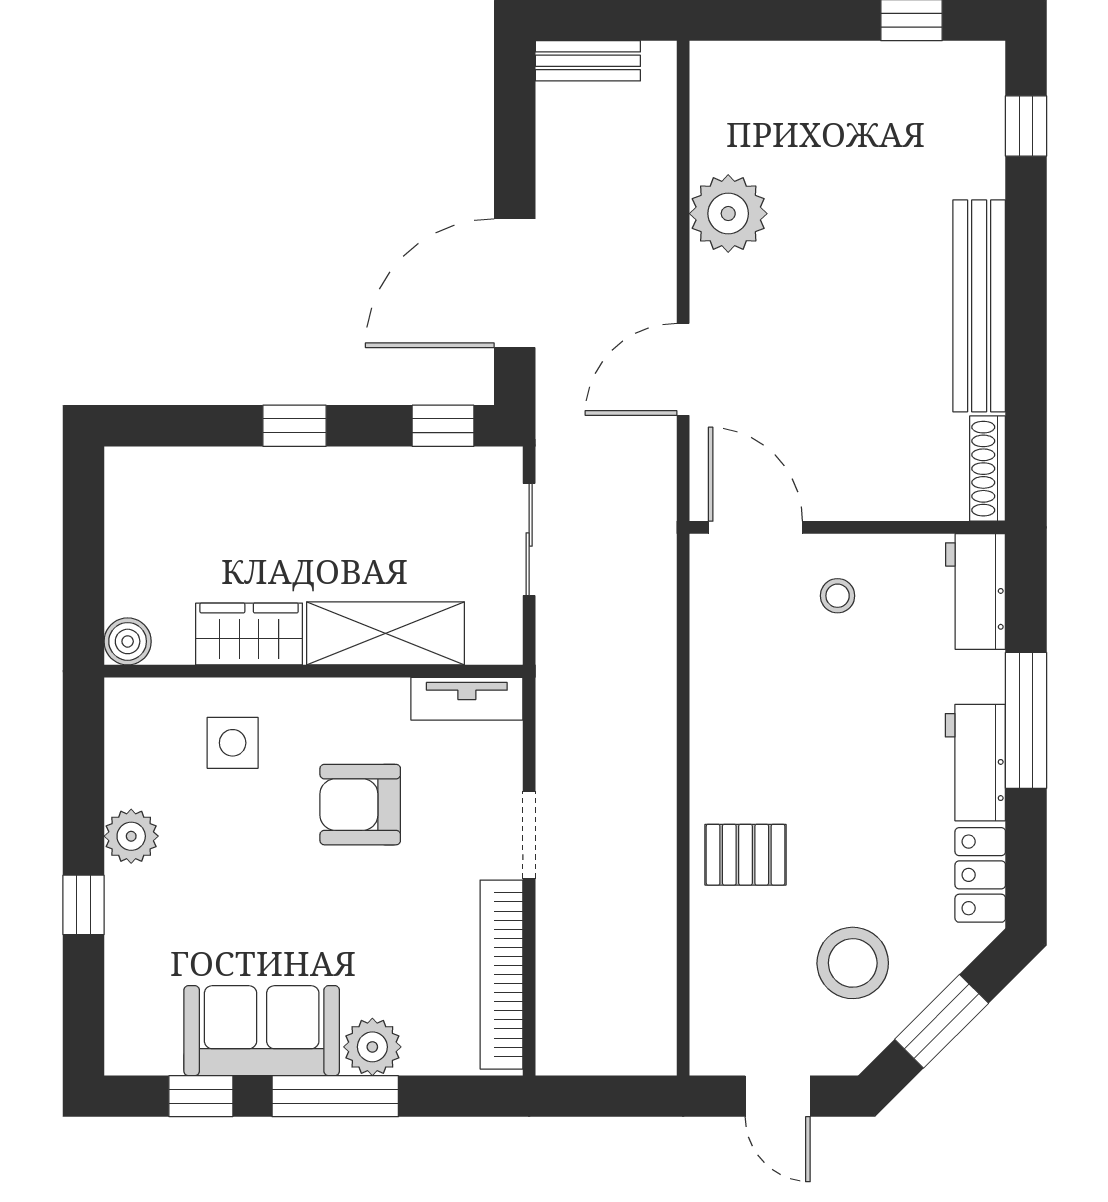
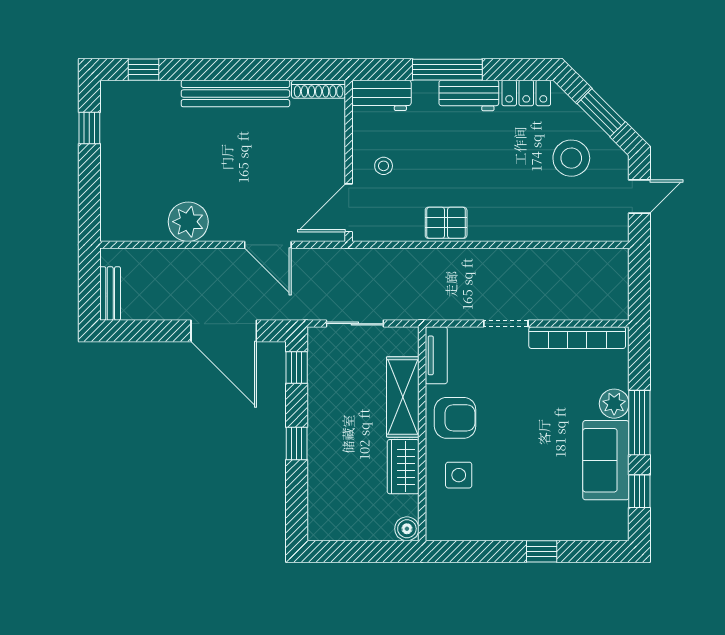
armchair: (360, 805) -> (455, 418), moved, turned -90
plant: (131, 836) -> (506, 527), removed
pallet: (746, 855) -> (446, 223), moved, turned 90

